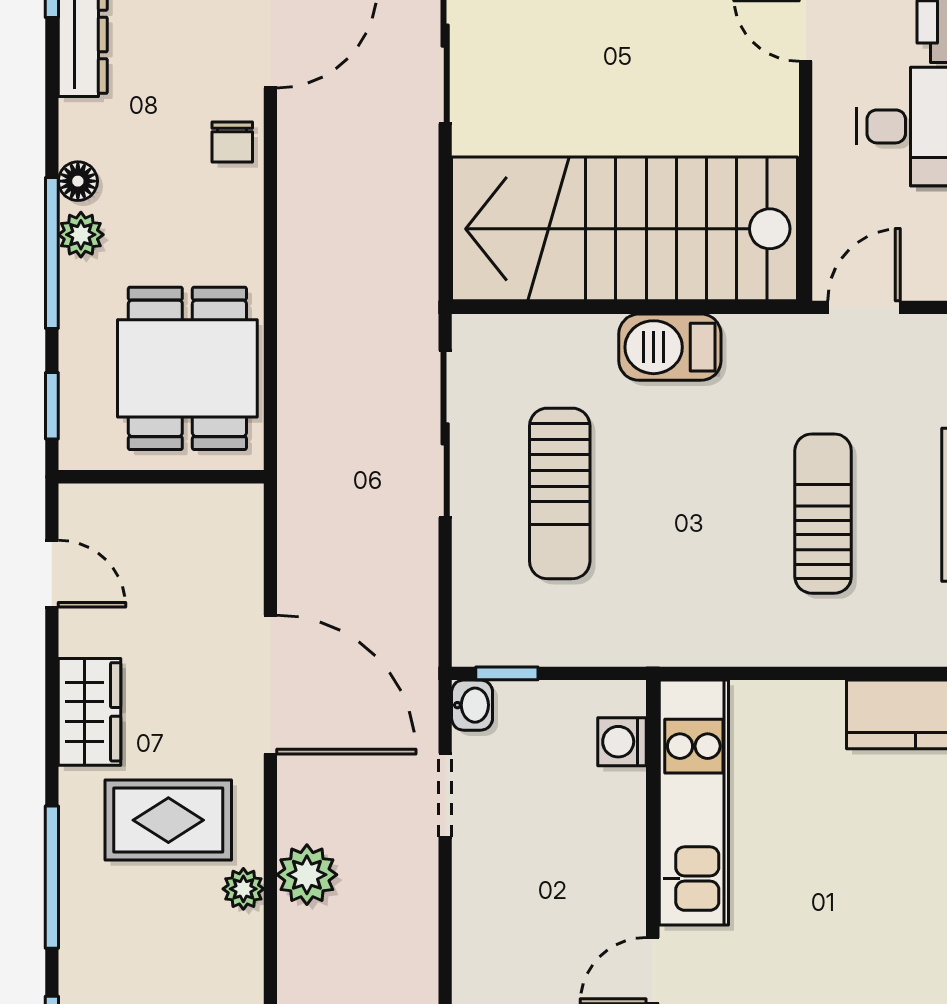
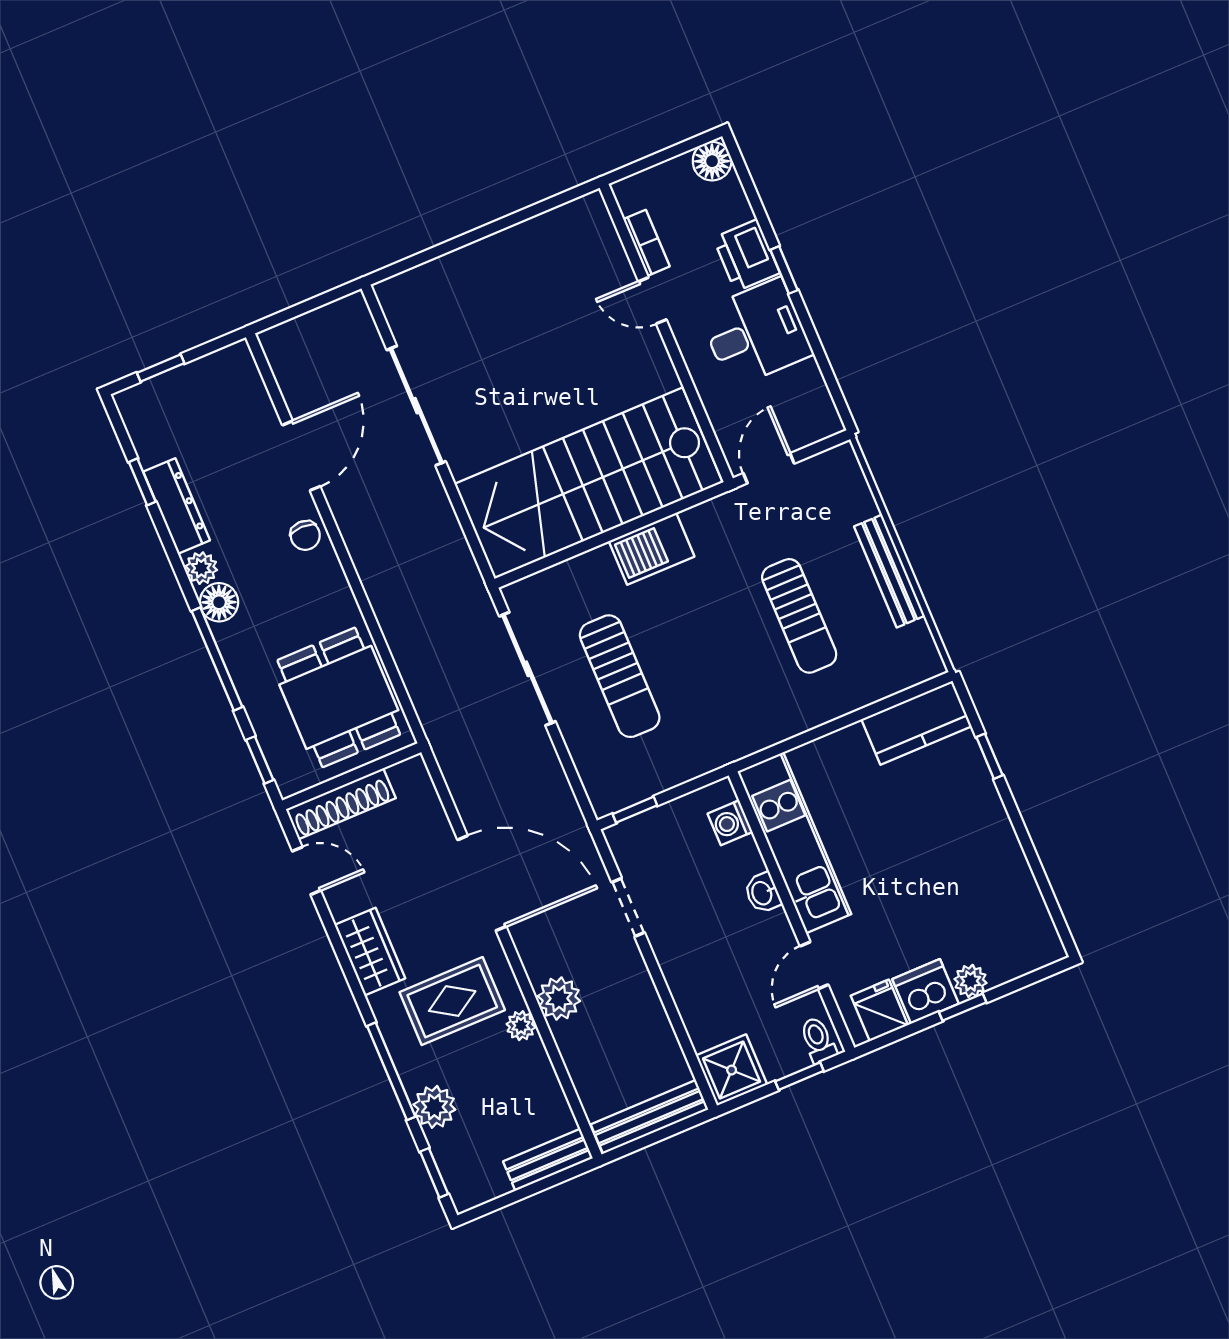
floor lamp: (78, 181) -> (219, 602), width x1.37, depth x1.37
plant: (81, 235) -> (201, 568), moved
shoe rack: (132, 506) -> (341, 804), added
sun lounger: (823, 514) -> (799, 616), turned 180
washbasin: (472, 705) -> (763, 893), moved, turned 180
plant: (88, 946) -> (434, 1107), added

